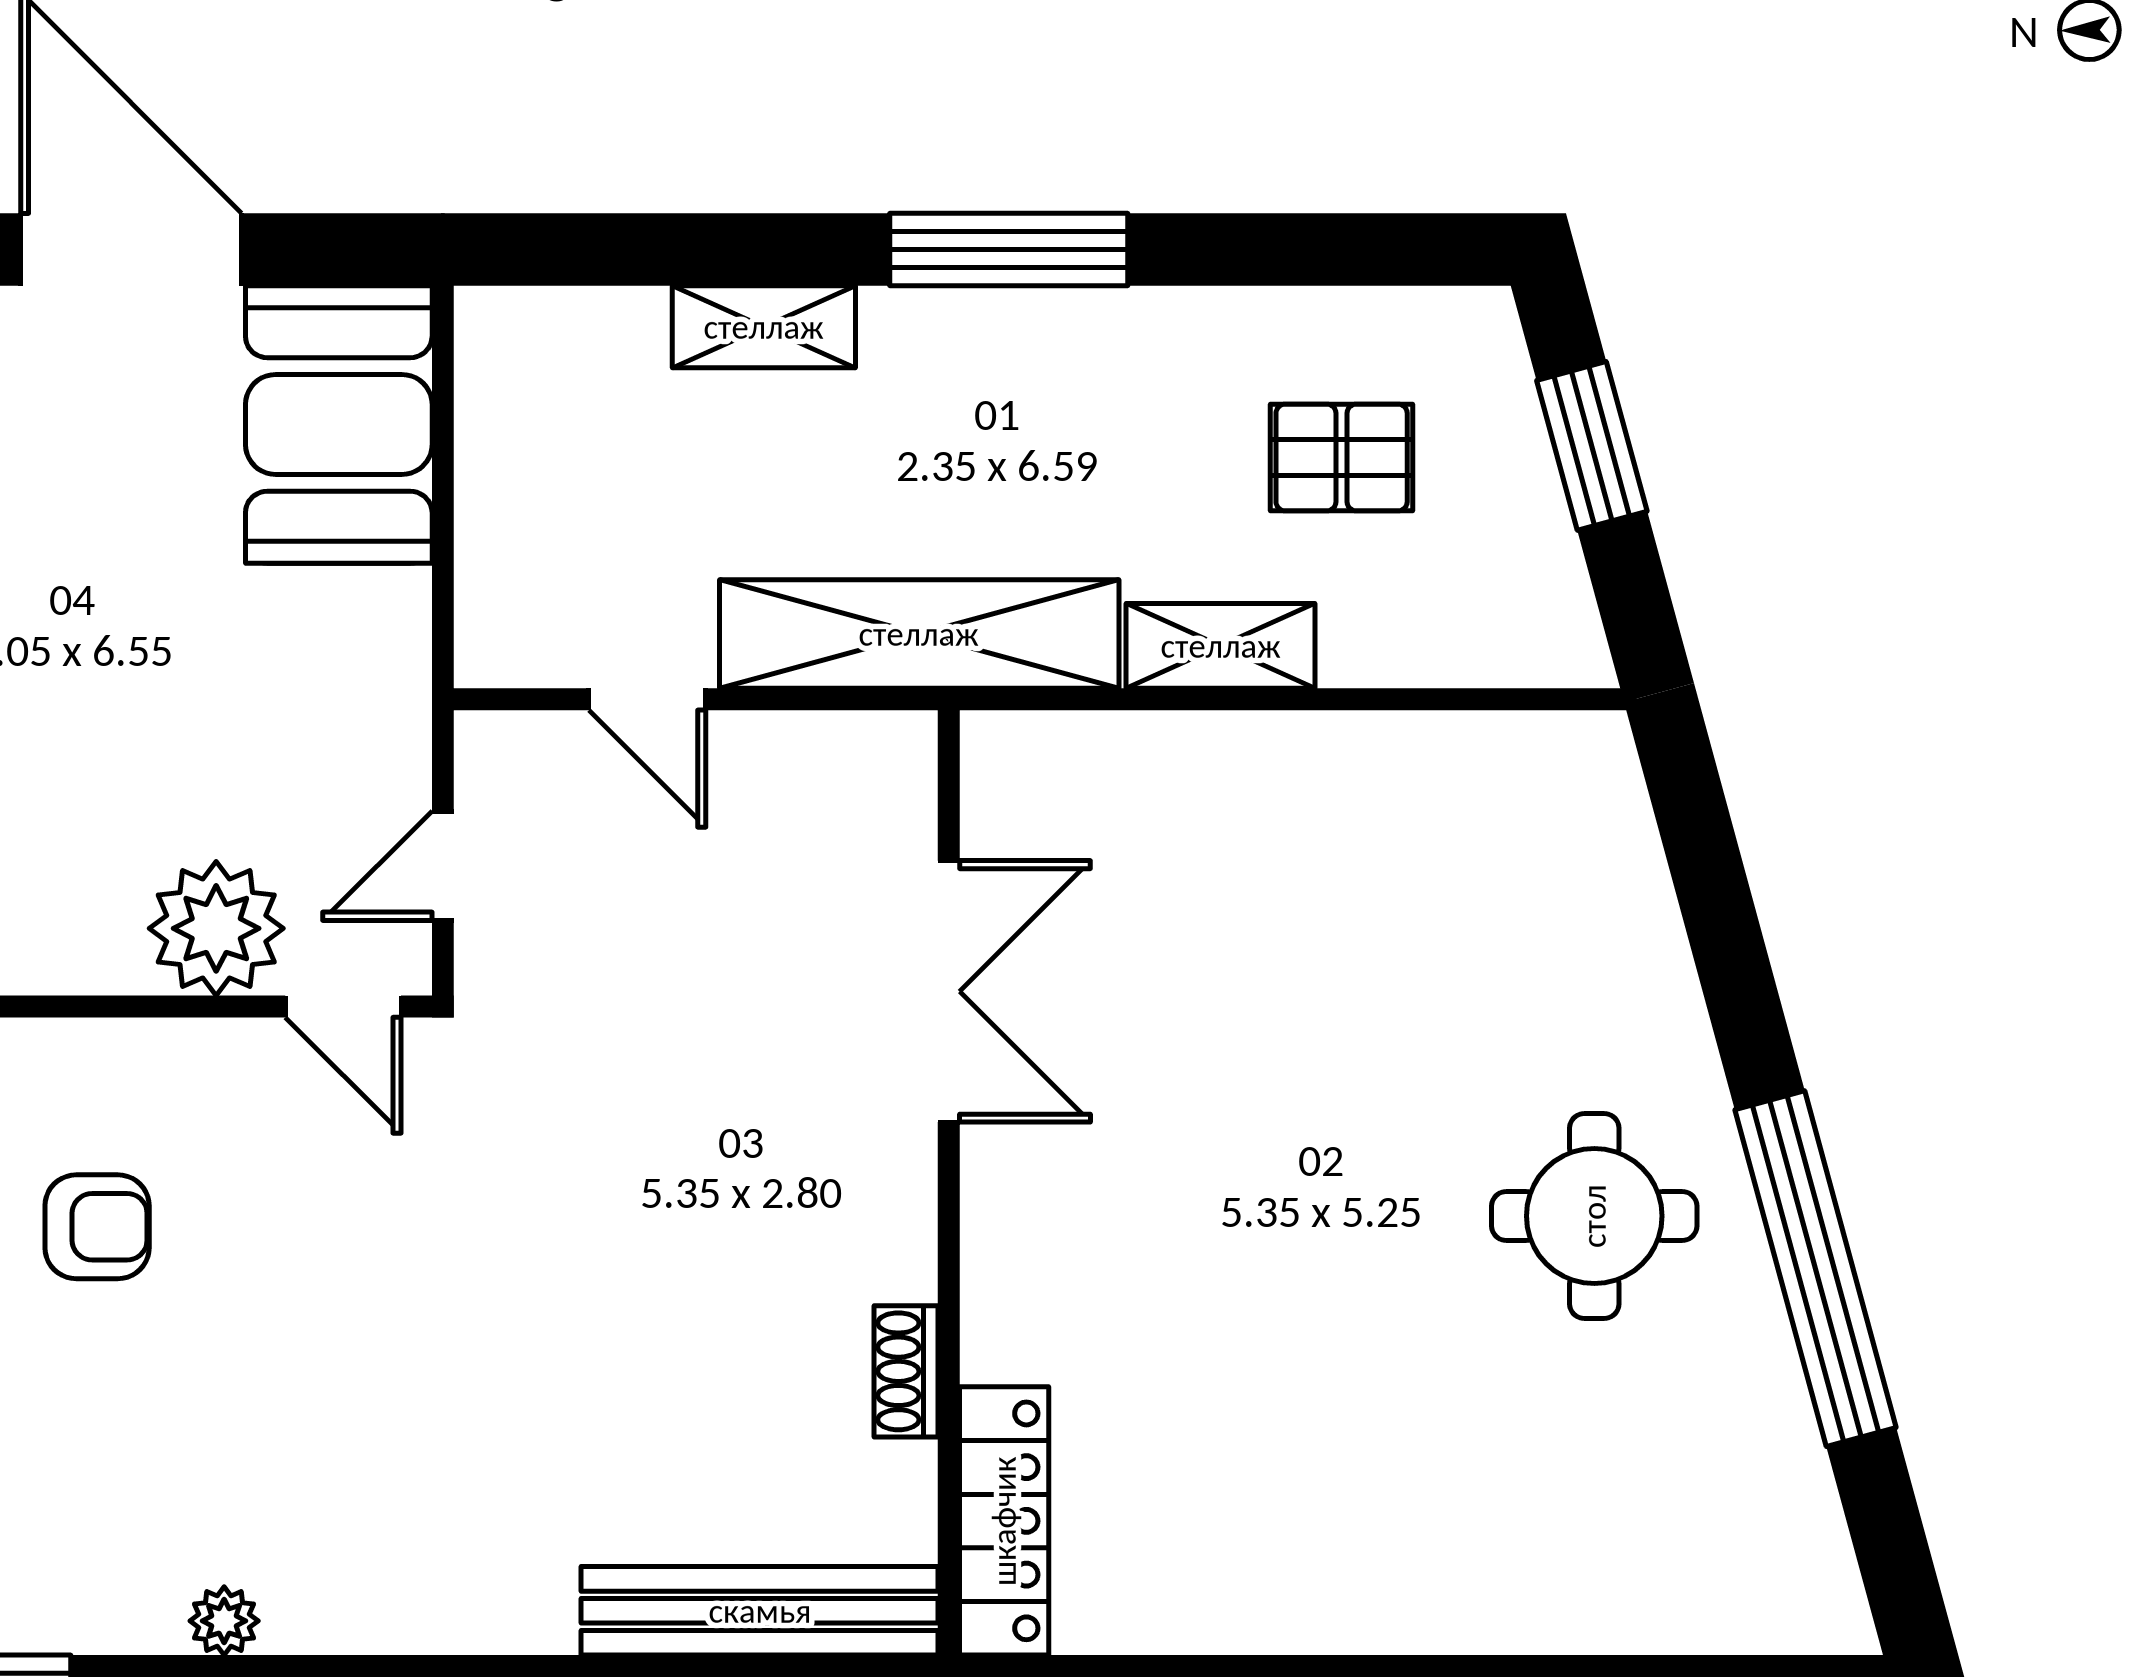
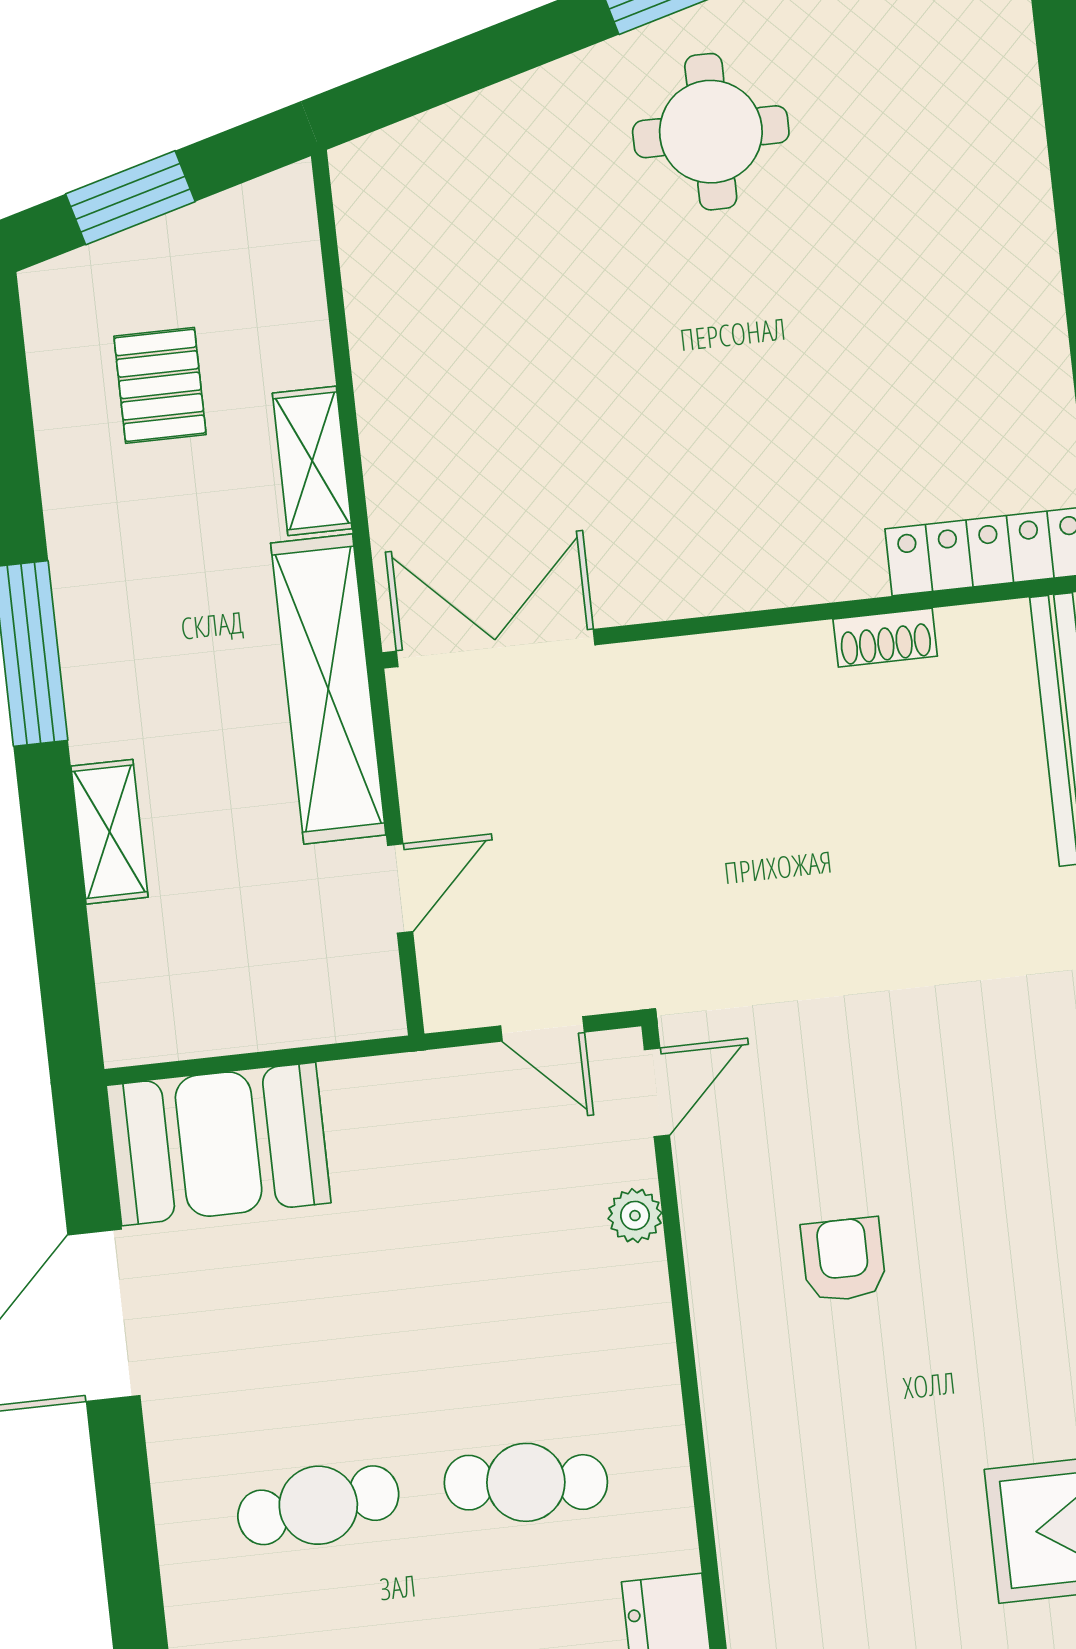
plant: (216, 928) -> (635, 1216), width x0.53, depth x0.53
double door: (949, 991) -> (496, 648), moved

